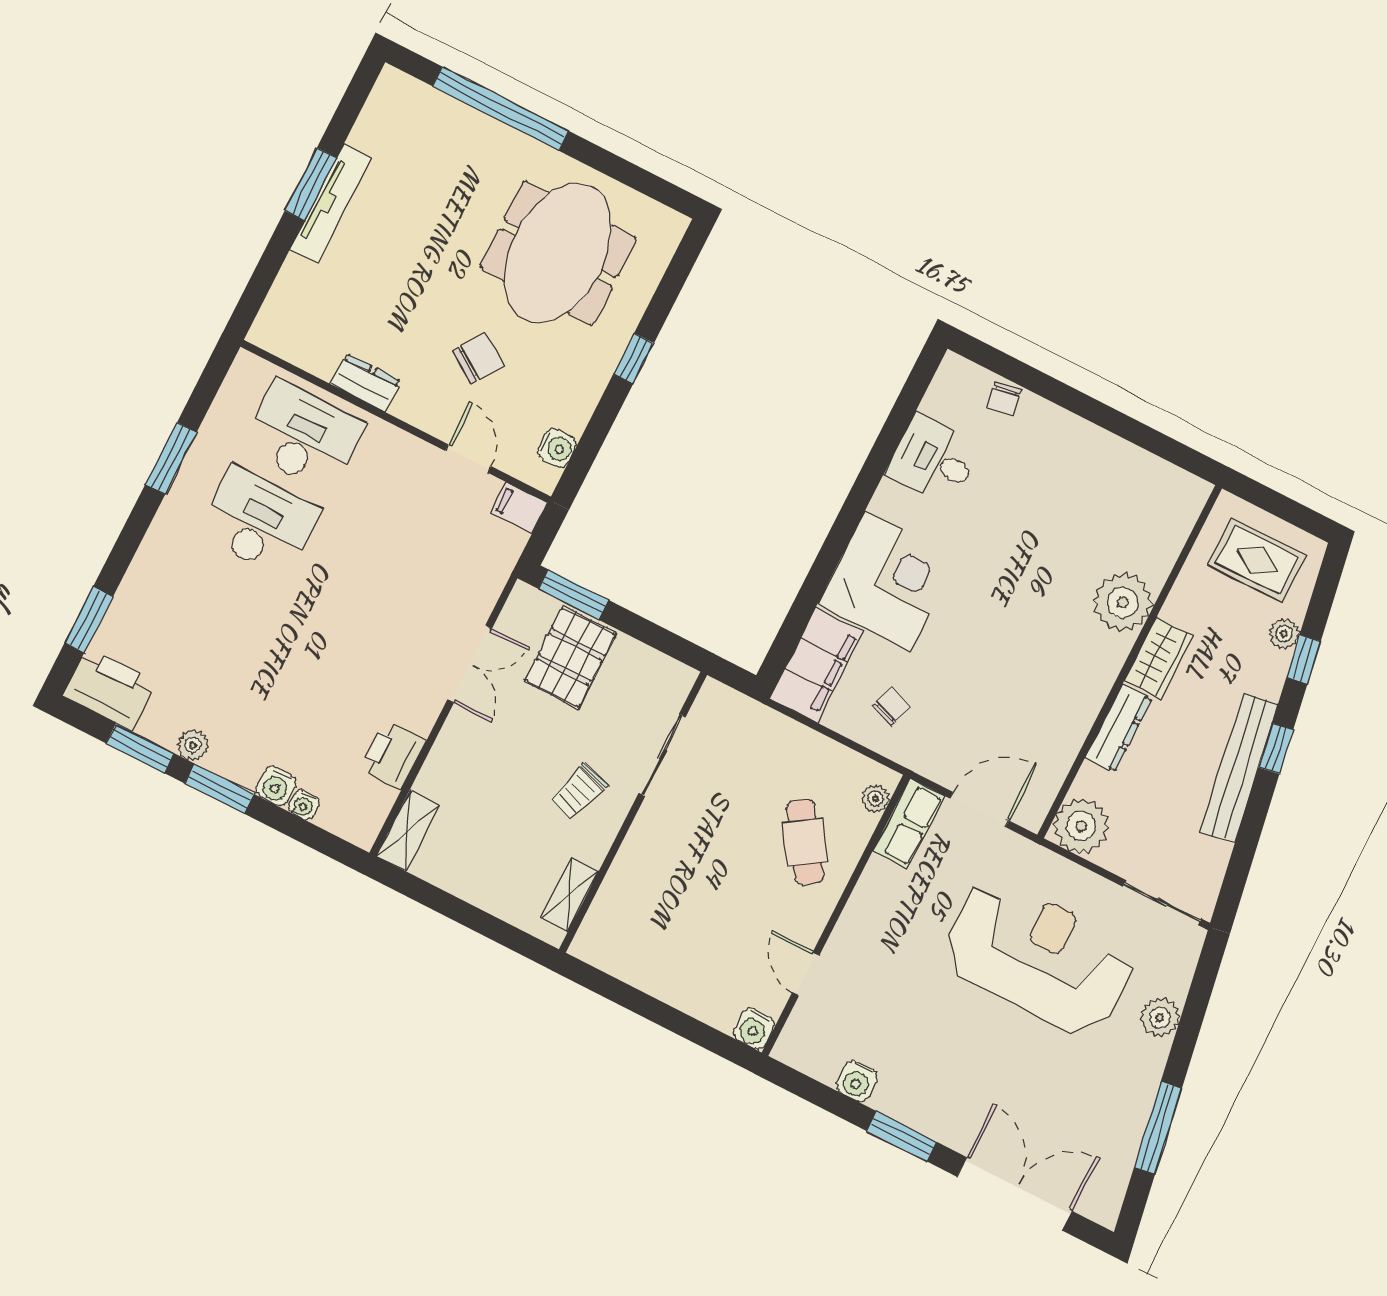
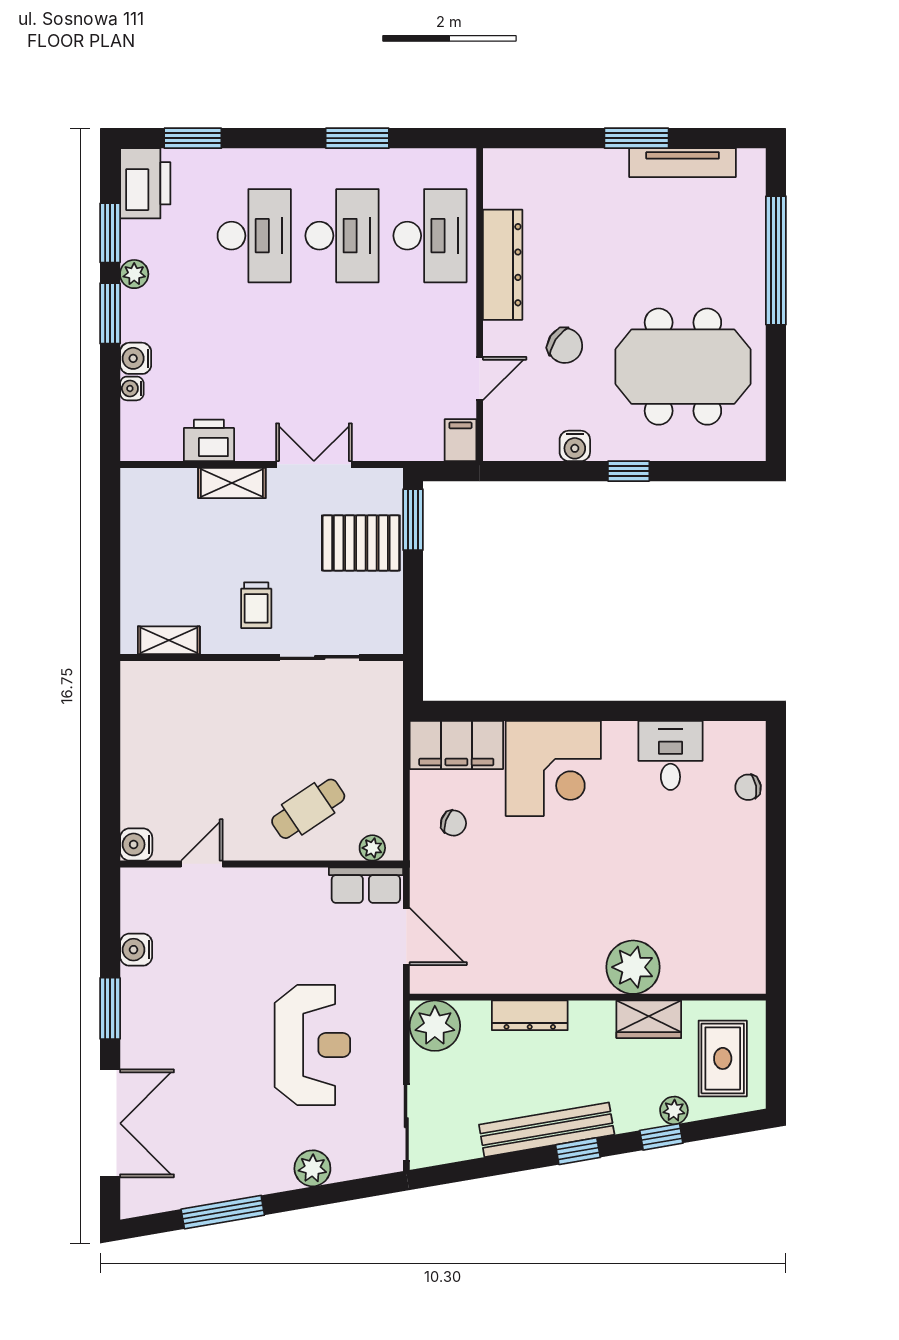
tv unit: (331, 204) -> (683, 163), moved
dresser: (366, 383) -> (503, 265), width x1.96, depth x1.24
water cooler: (557, 448) -> (575, 446), moved
desk: (215, 608) -> (254, 236), added
wardrobe: (1159, 658) -> (649, 1019), moved
double door: (470, 664) -> (314, 464), swing flipped
trolley: (579, 791) -> (256, 605), turned -108
shelving: (408, 831) -> (232, 483), moved
reception desk: (1039, 956) -> (312, 1045), width x0.74, depth x0.77

